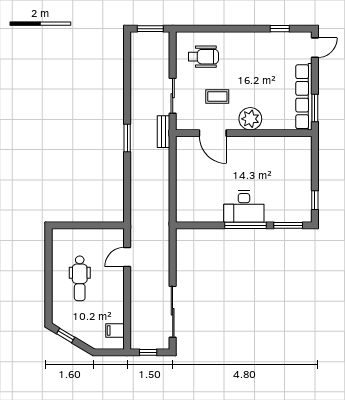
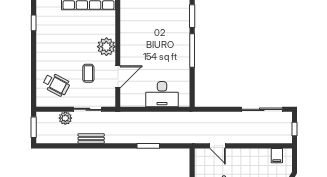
wheelchair: (203, 57) -> (56, 84), turned 118
plant: (161, 68) -> (65, 118), added
bench: (163, 132) -> (91, 138), moved
window: (127, 138) -> (148, 146), moved
desk: (244, 207) -> (162, 94), moved, turned 90

